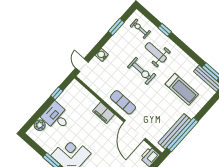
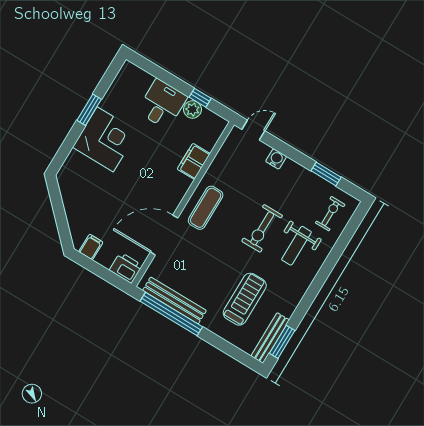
window: (165, 30) -> (336, 253), removed
weight bench: (156, 52) -> (296, 246), turned 180
treadmill: (182, 89) -> (245, 299), turned 180
filing cabinet: (103, 113) -> (194, 161), moved
plant: (40, 125) -> (192, 109), moved

